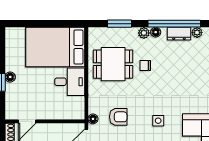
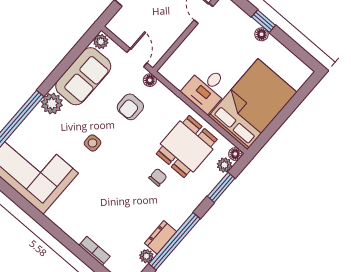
floor lamp: (156, 32) -> (235, 154), moved
plant: (144, 33) -> (224, 165), moved

